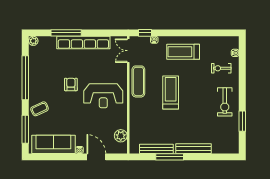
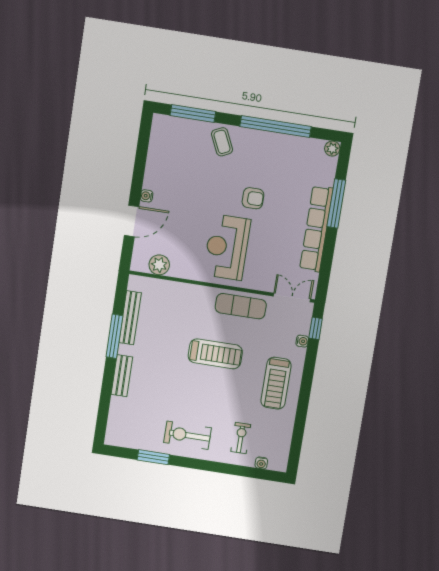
treadmill: (183, 52) -> (276, 383), turned 180
sofa: (53, 144) -> (162, 155), removed
bench: (194, 149) -> (122, 376), width x0.73

